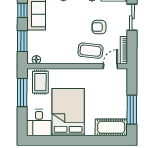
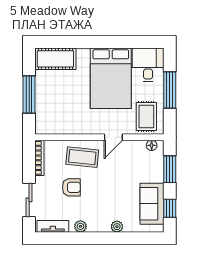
door: (110, 66) -> (113, 137), moved
window: (22, 92) -> (170, 90), moved
window: (132, 110) -> (29, 94), moved

